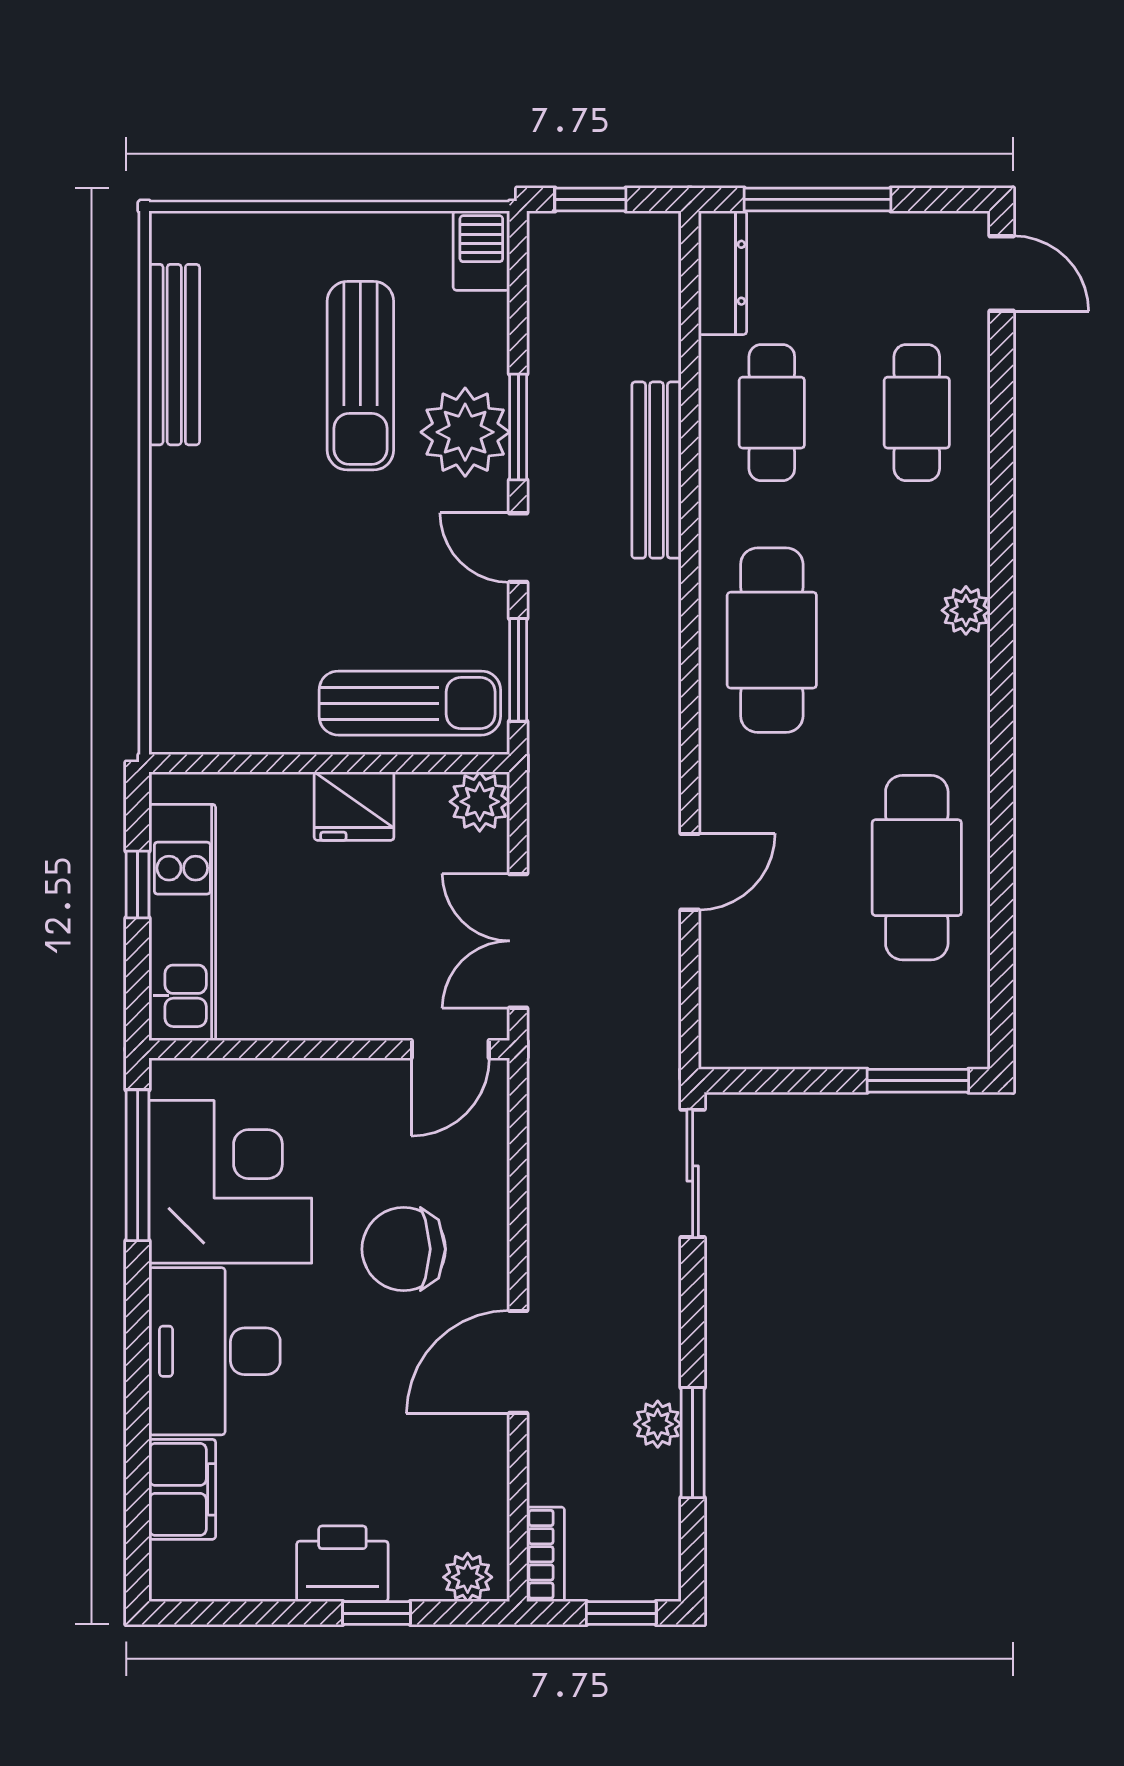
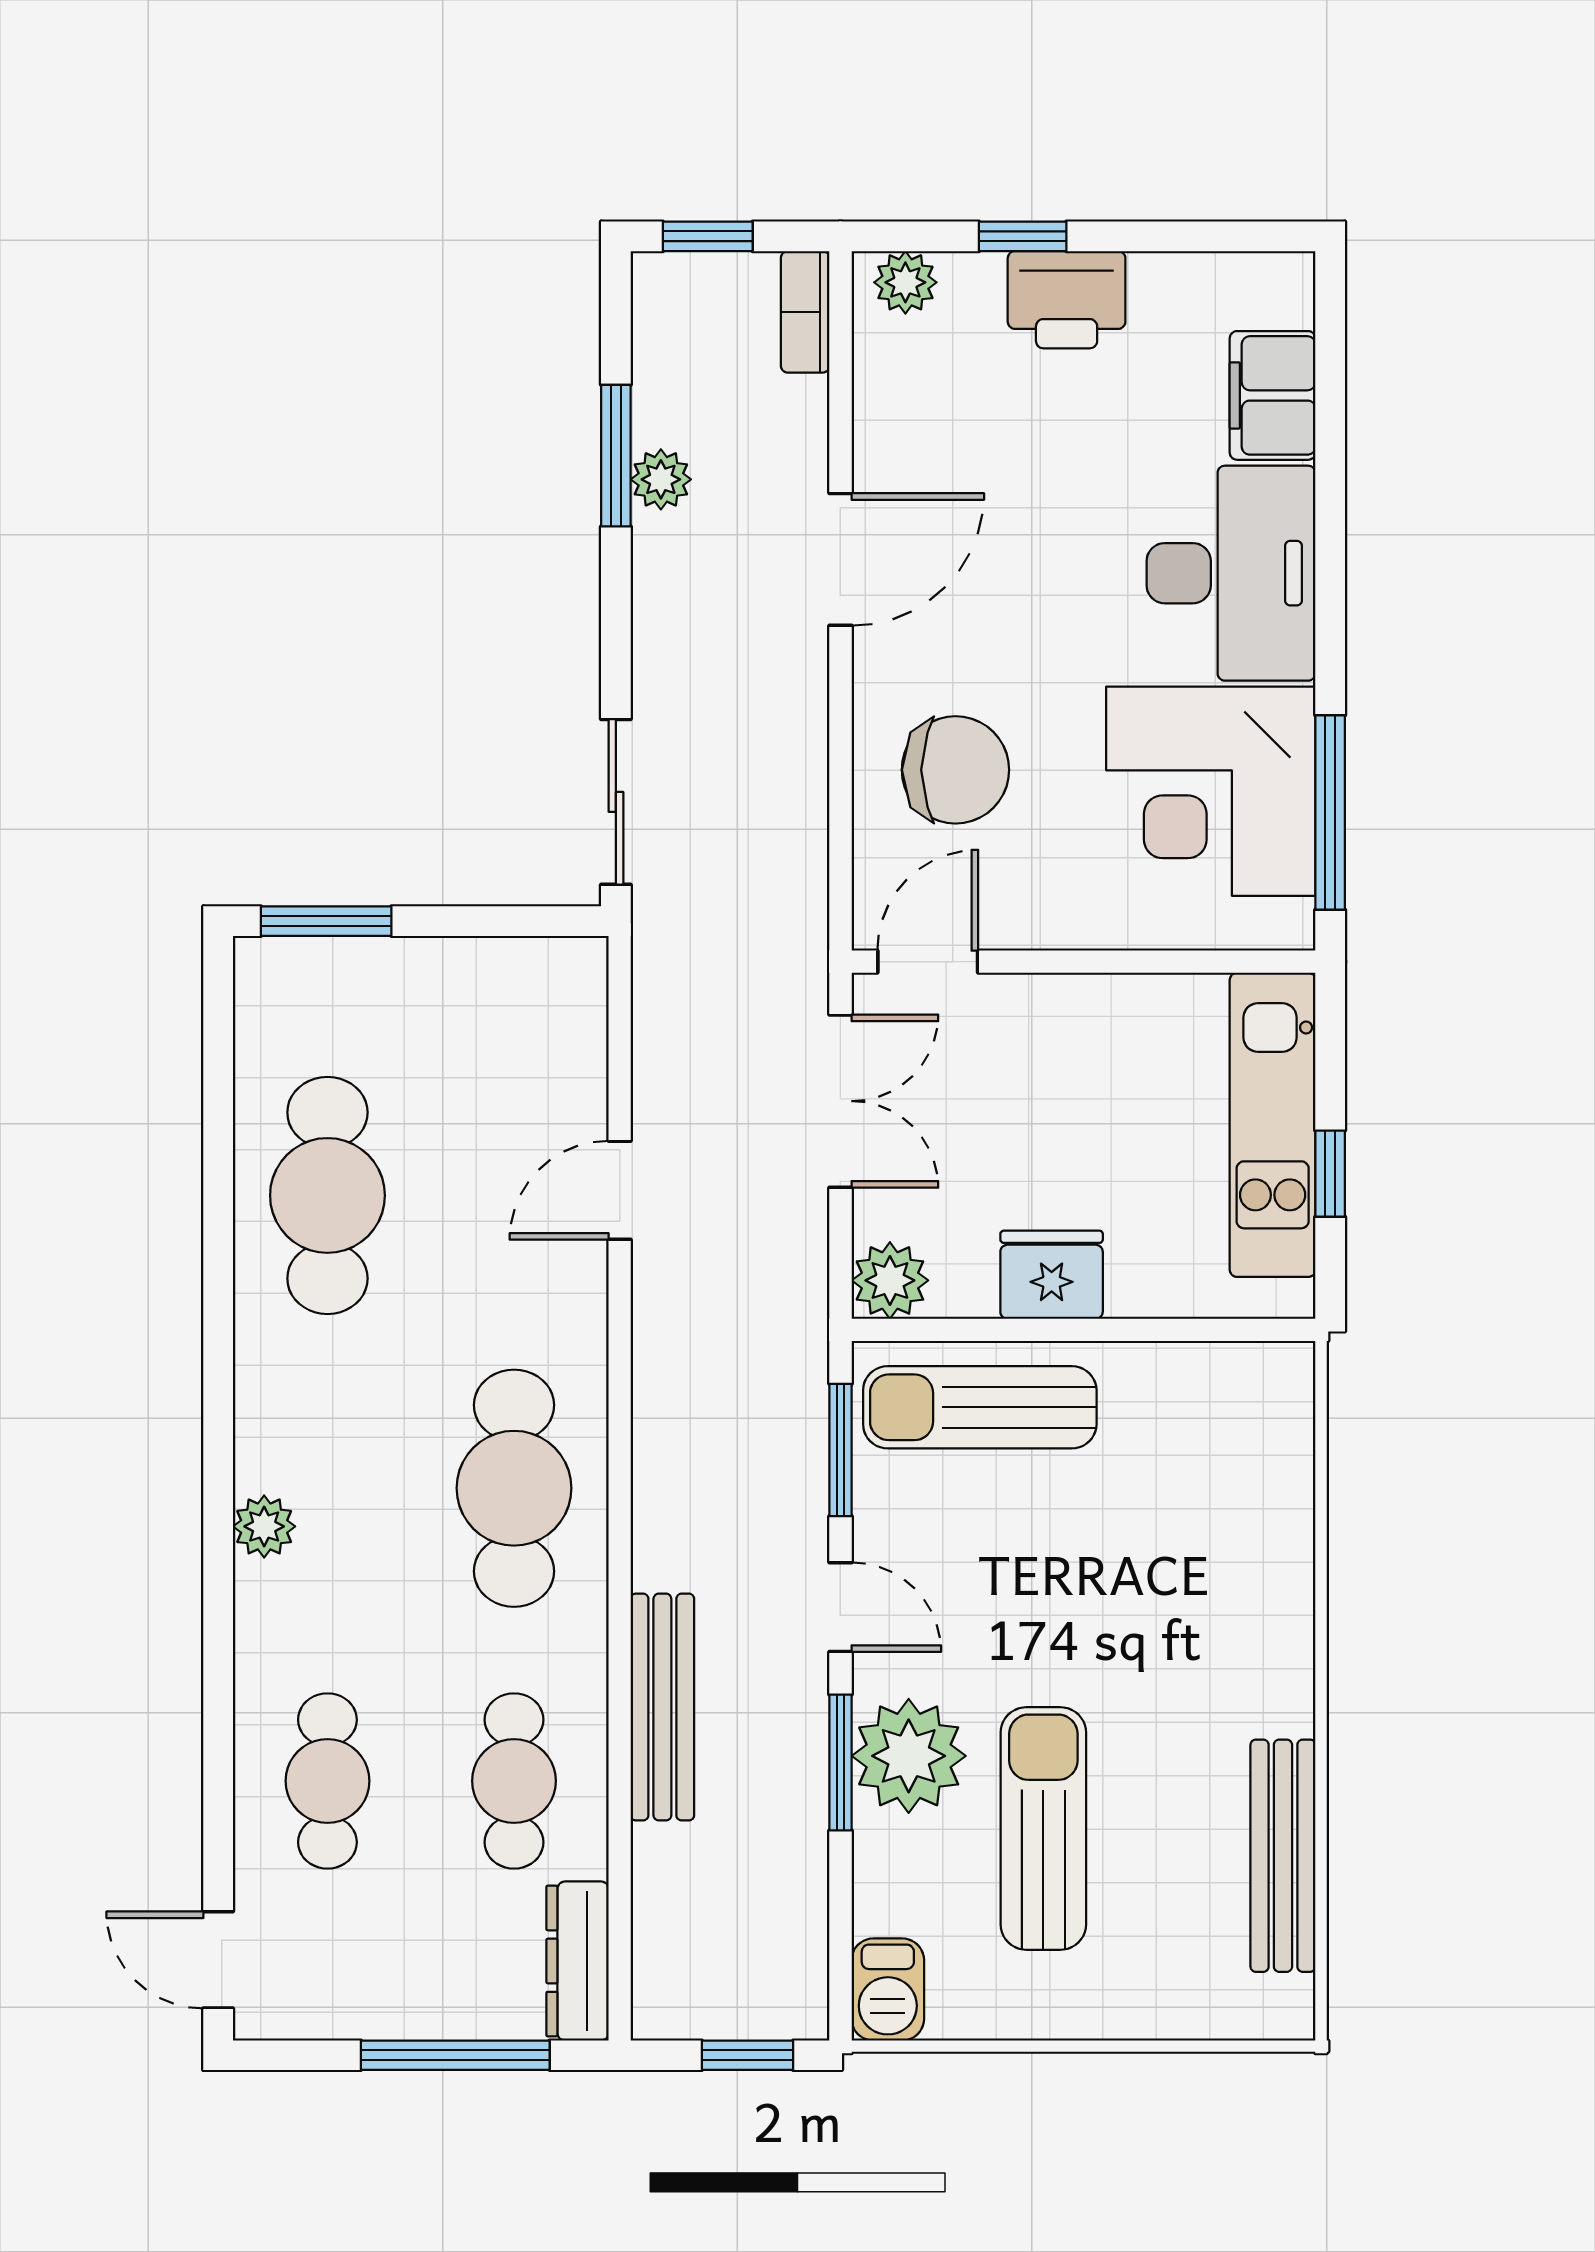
chair: (404, 1249) -> (955, 770), moved

